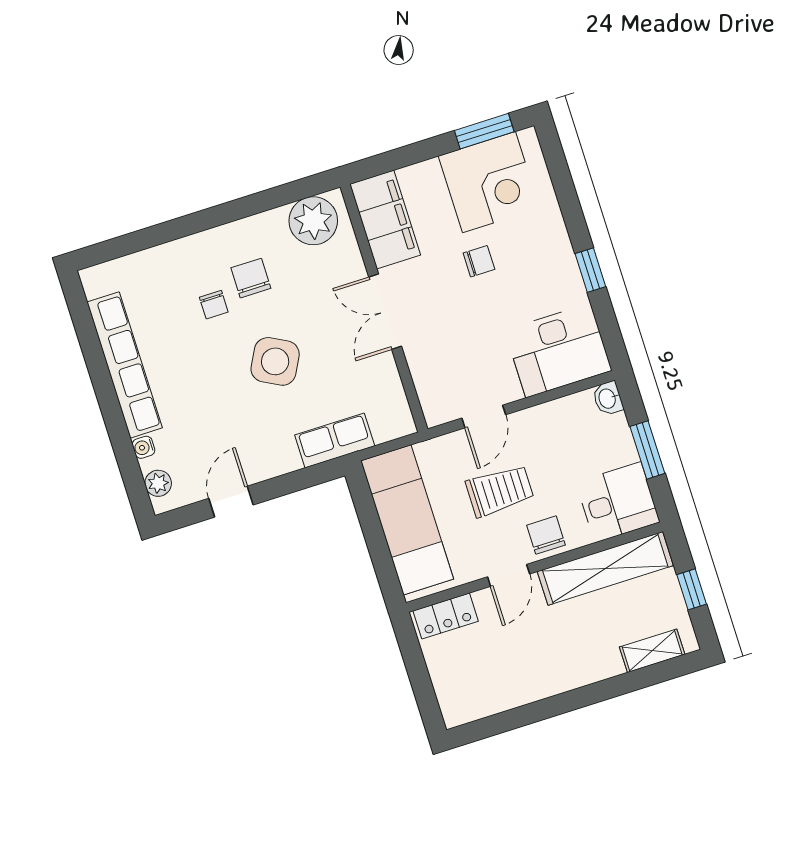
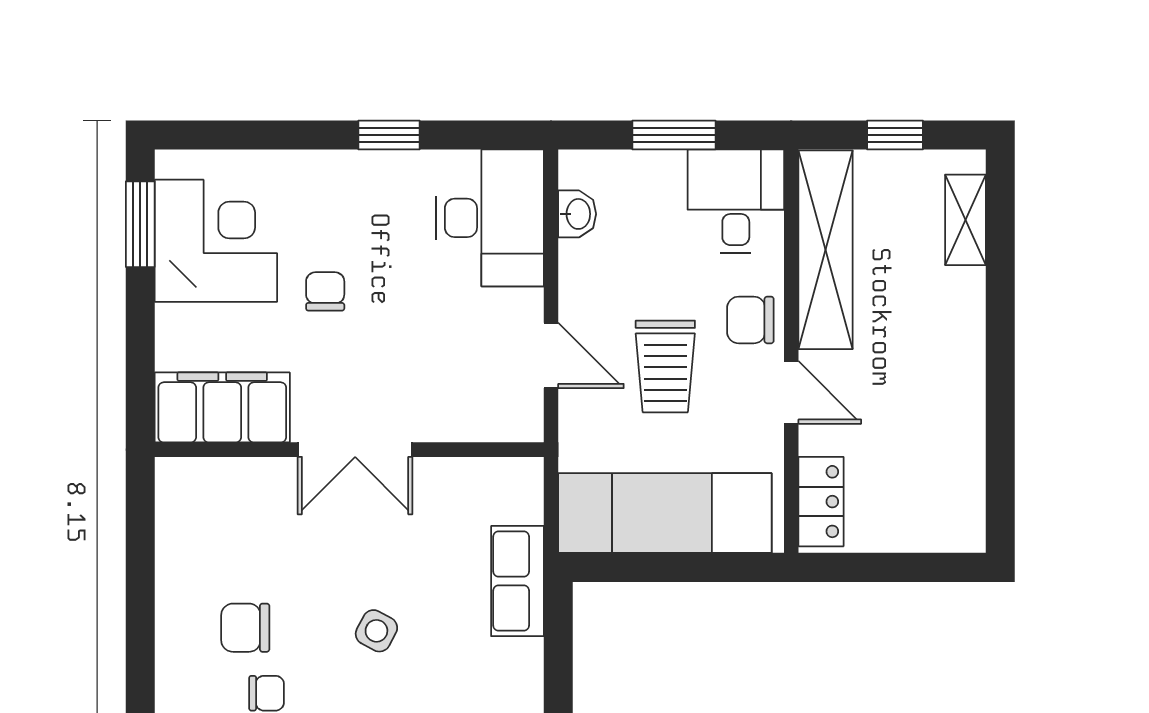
plant: (313, 221) -> (191, 512), removed
side table: (275, 361) -> (376, 631), width x0.54, depth x0.54
washbasin: (608, 398) -> (577, 214), moved, turned -90
trolley: (500, 491) -> (665, 366), turned 180

